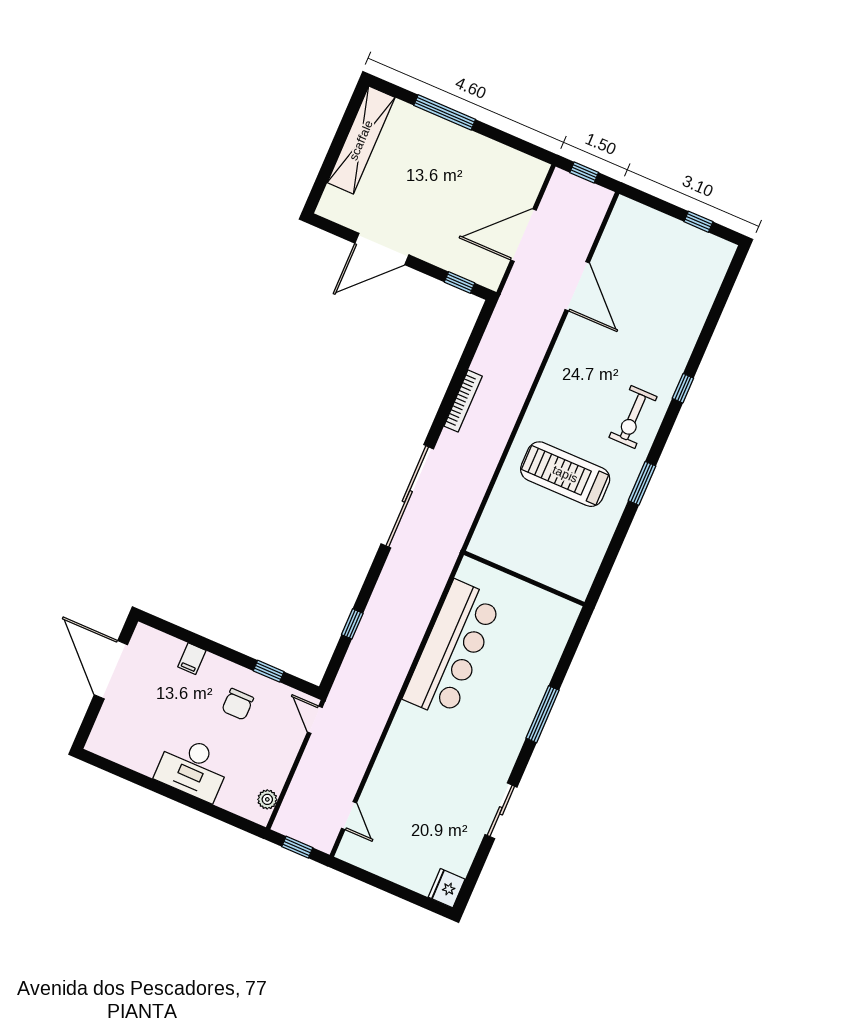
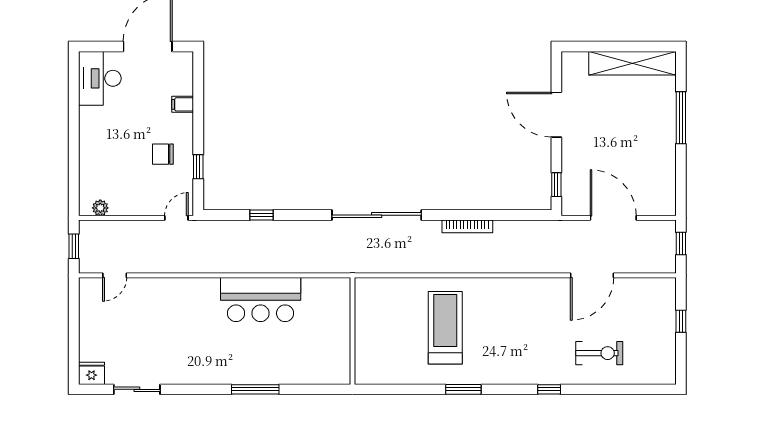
window: (698, 222) -> (681, 321), moved
exercise bike: (633, 417) -> (599, 353), moved, turned 180
bar counter: (452, 649) -> (261, 299), width x0.73
desk: (193, 768) -> (100, 78), moved
sliding door: (501, 811) -> (137, 389), moved

